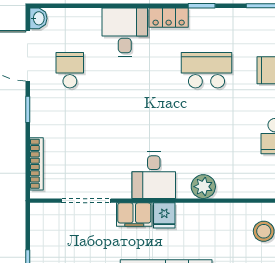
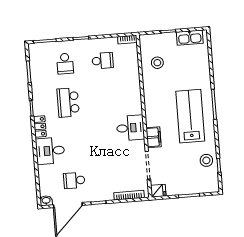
plant: (203, 187) -> (135, 99), removed
fridge: (164, 215) -> (158, 191), moved

